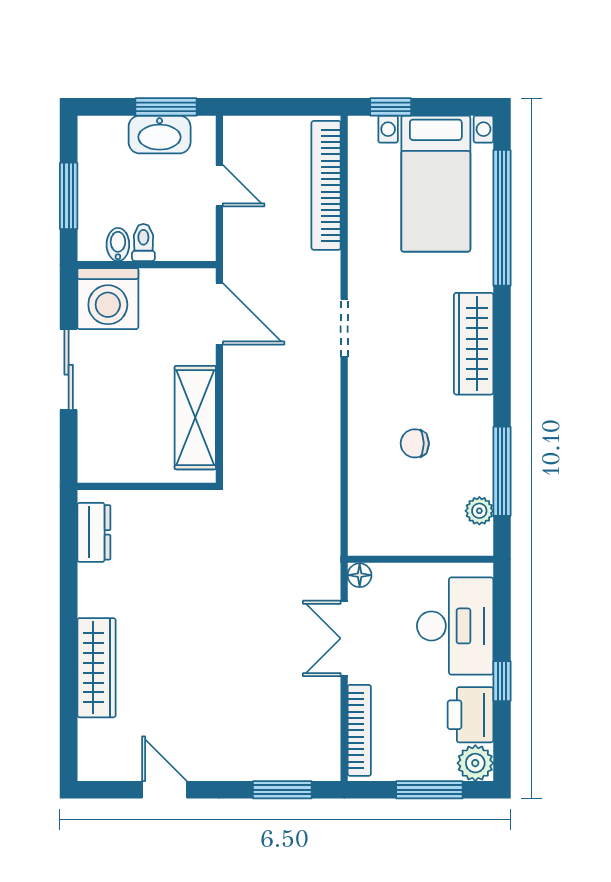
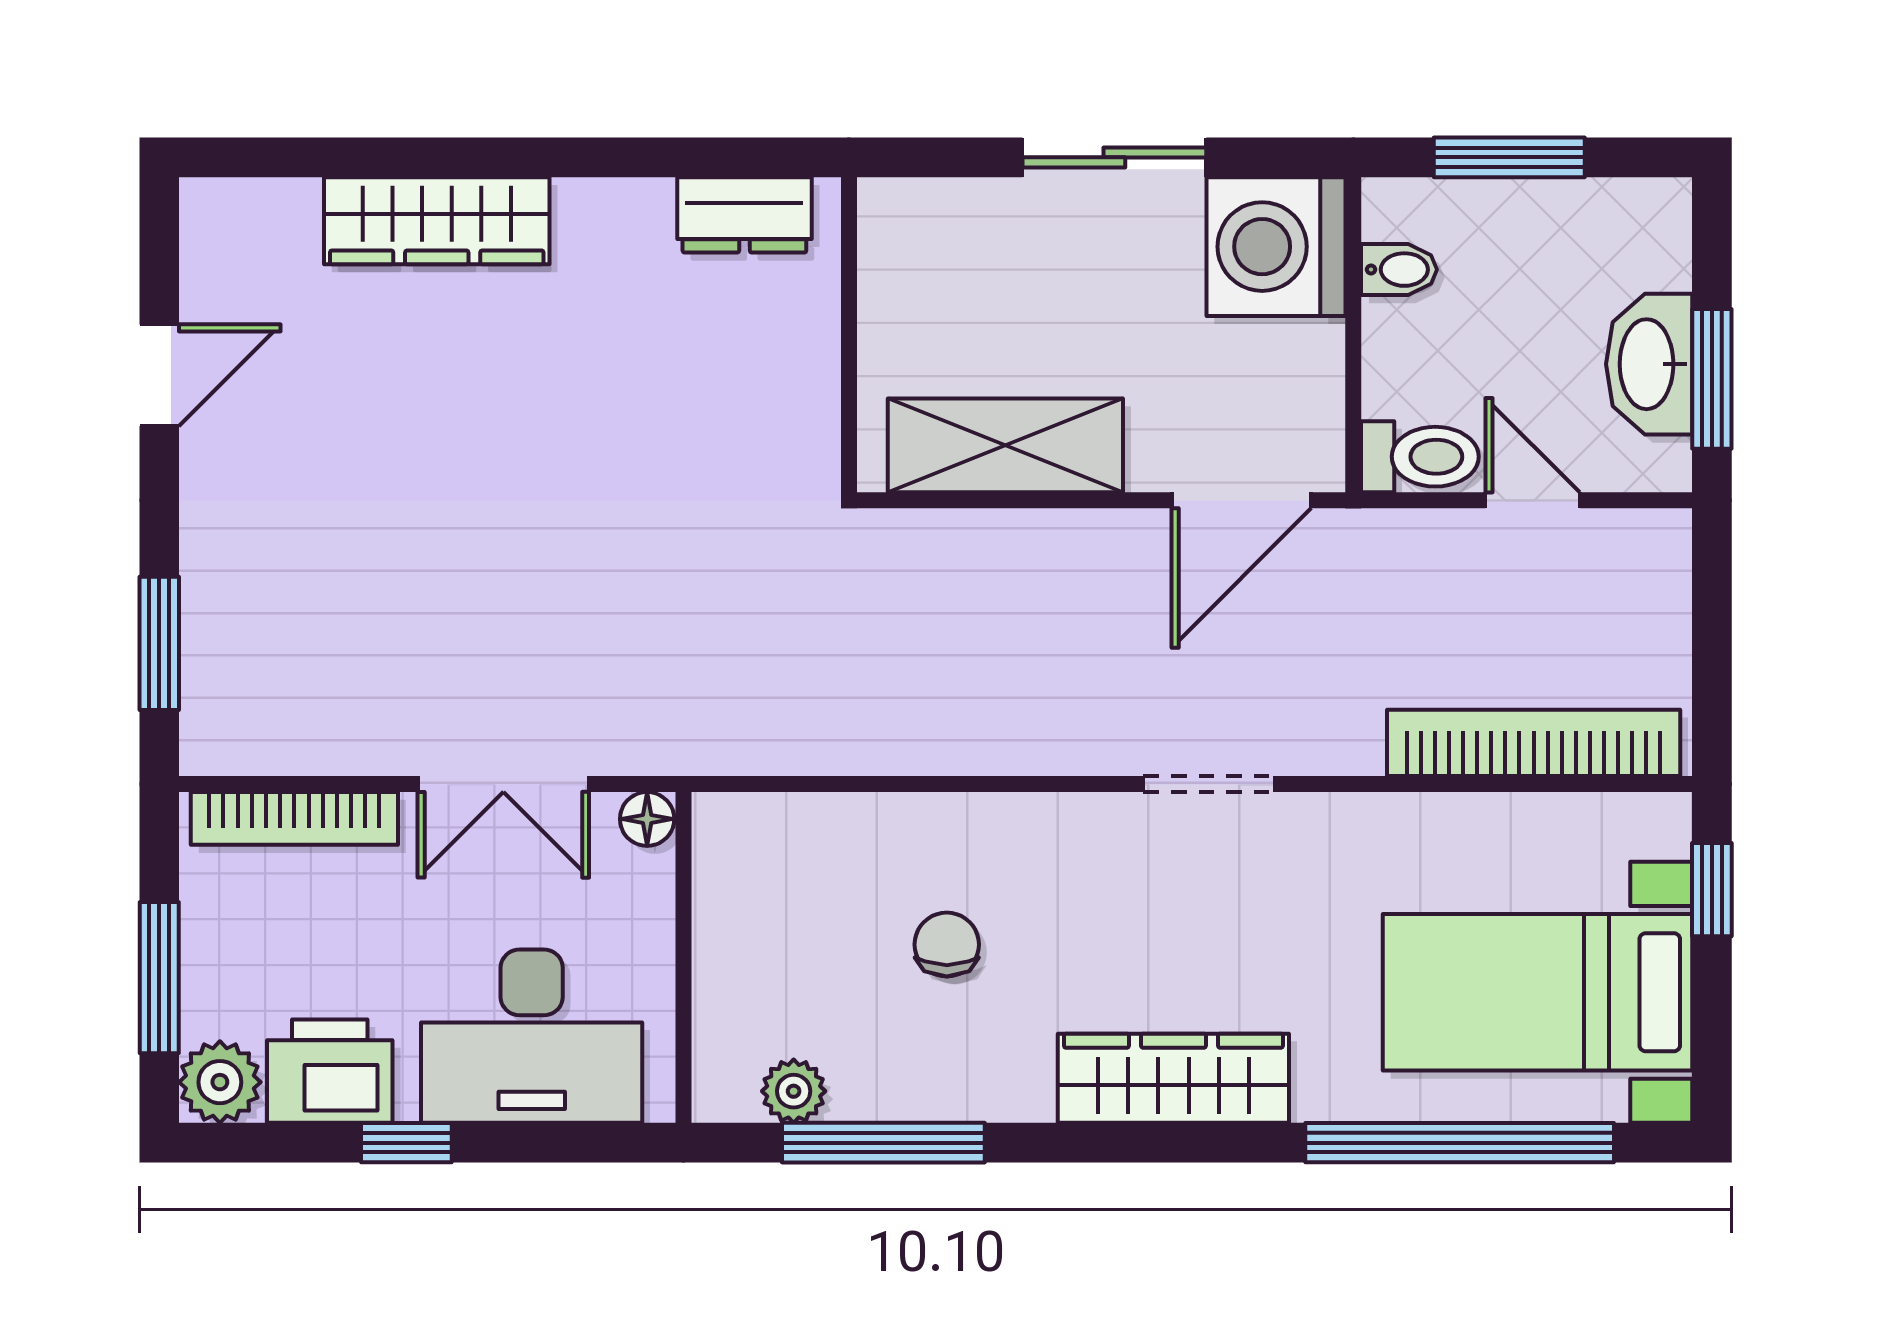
door: (219, 186) -> (1533, 500), swing flipped
toilet: (143, 242) -> (1420, 457), moved, width x1.37, depth x1.39
double door: (344, 638) -> (503, 784), swing flipped

